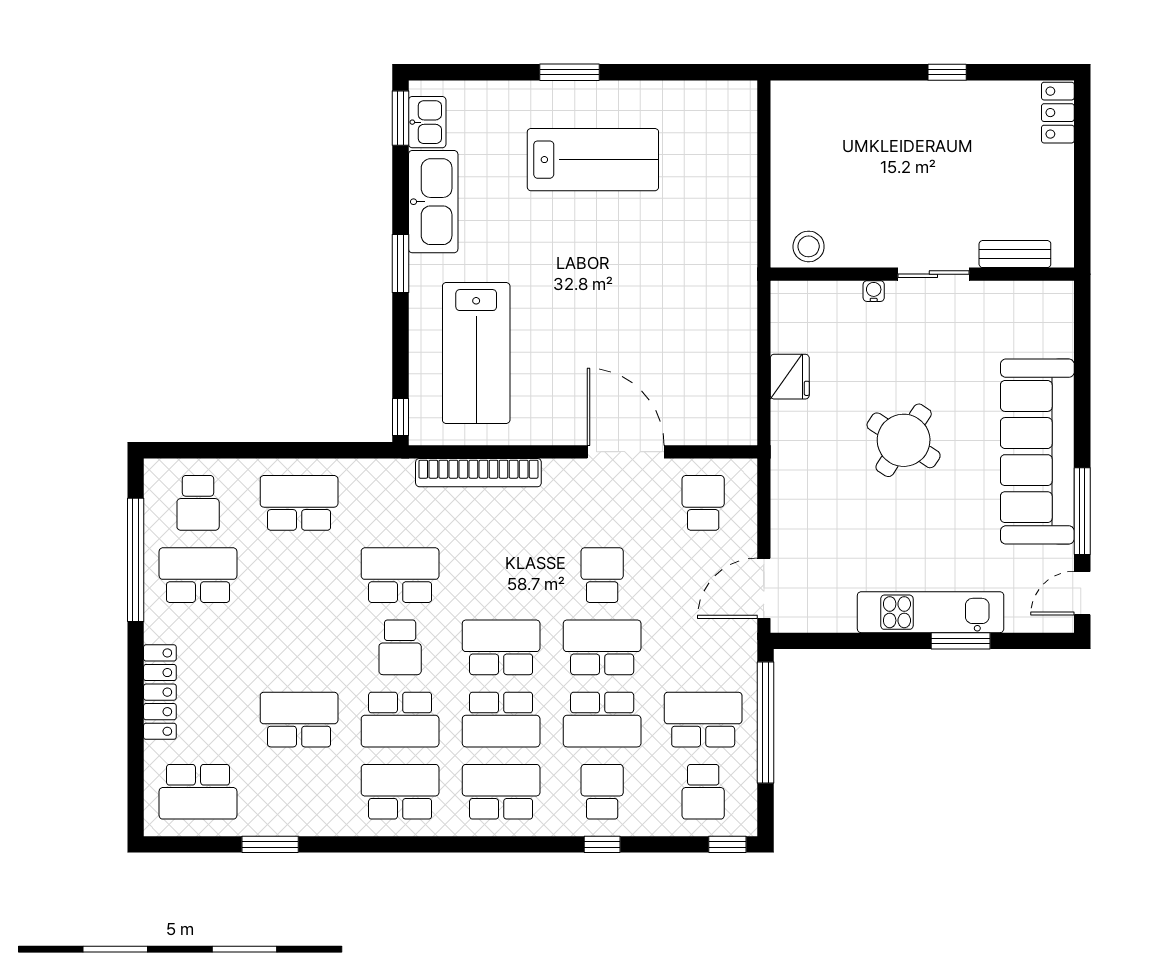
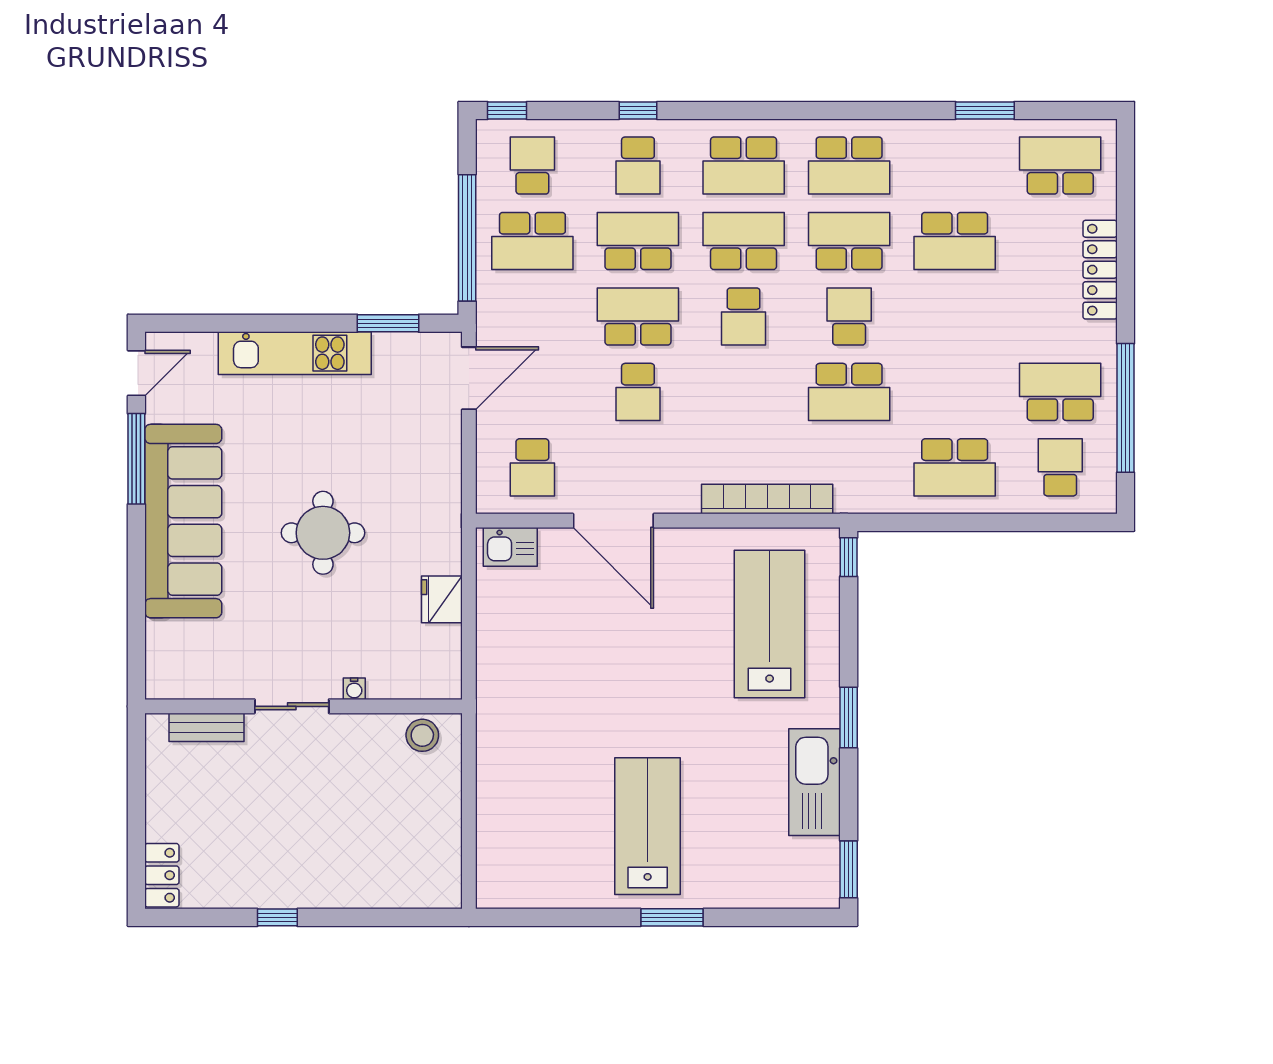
kitchen sink: (427, 122) -> (510, 547), moved, turned -90
lab bench: (593, 160) -> (648, 826), turned 90
round table: (904, 440) -> (323, 533), turned -33
school desk: (198, 575) -> (1060, 392), turned 180
window: (961, 641) -> (388, 323), moved
school desk: (501, 647) -> (744, 316), width x0.54
school desk: (602, 647) -> (638, 316), turned 180

